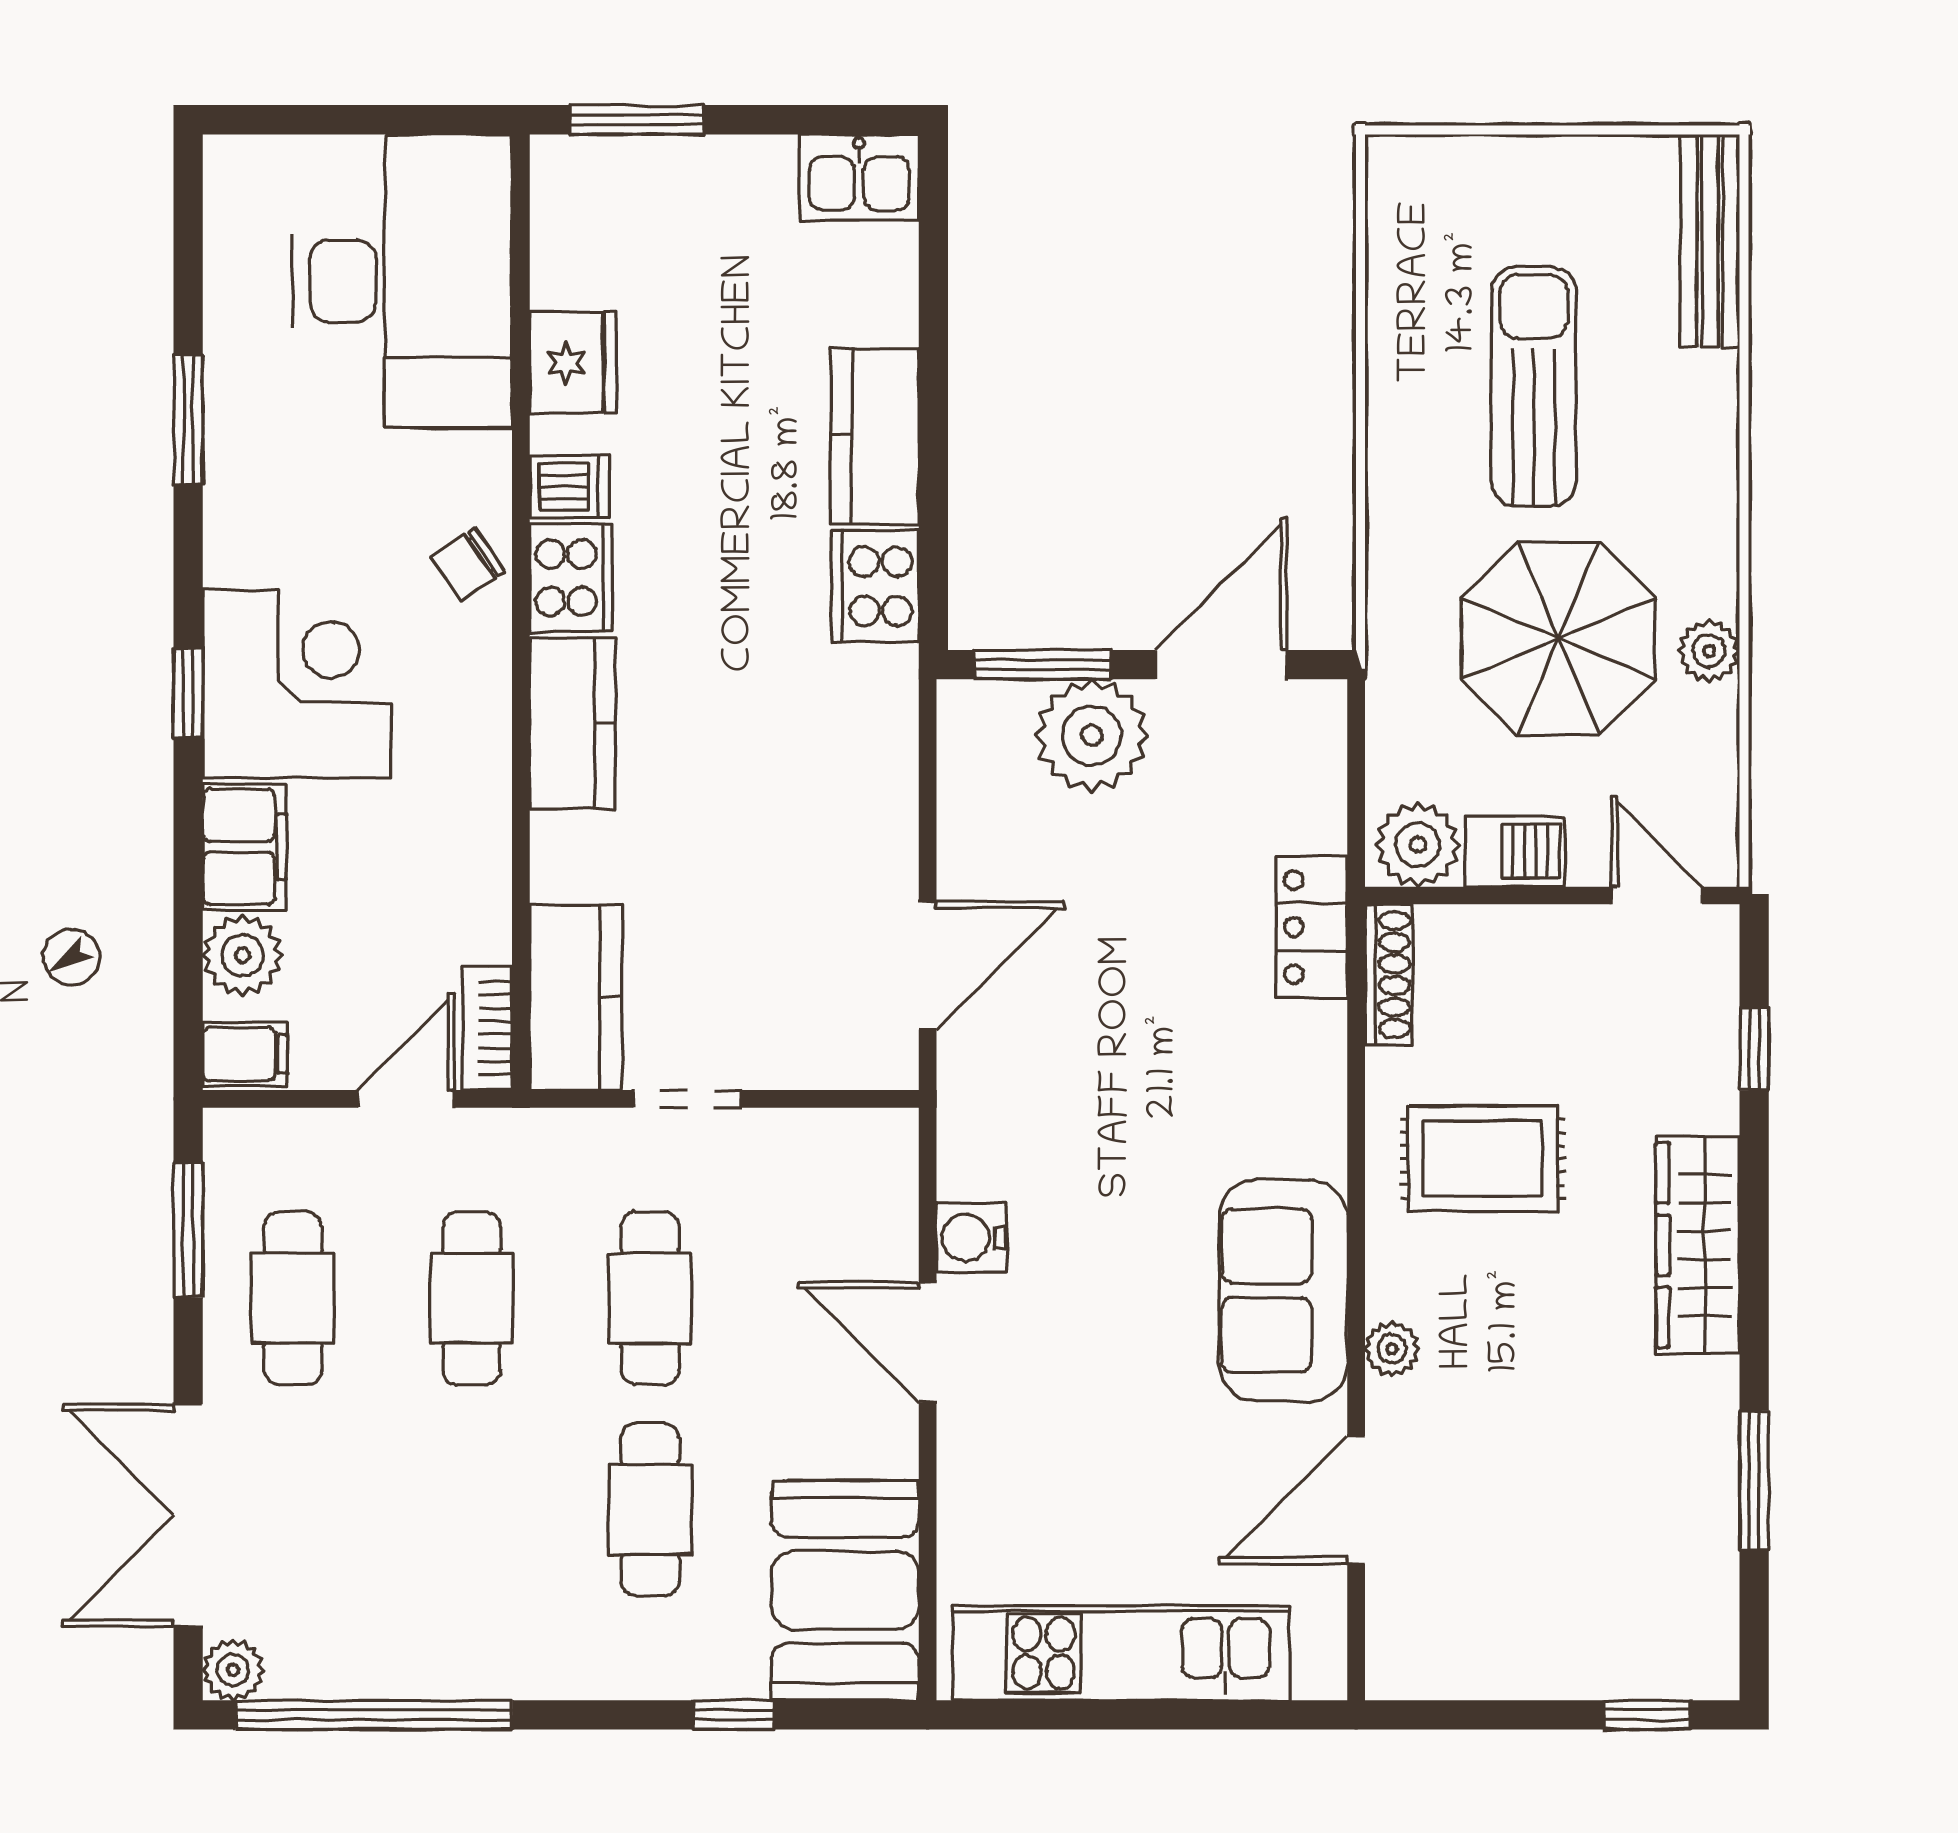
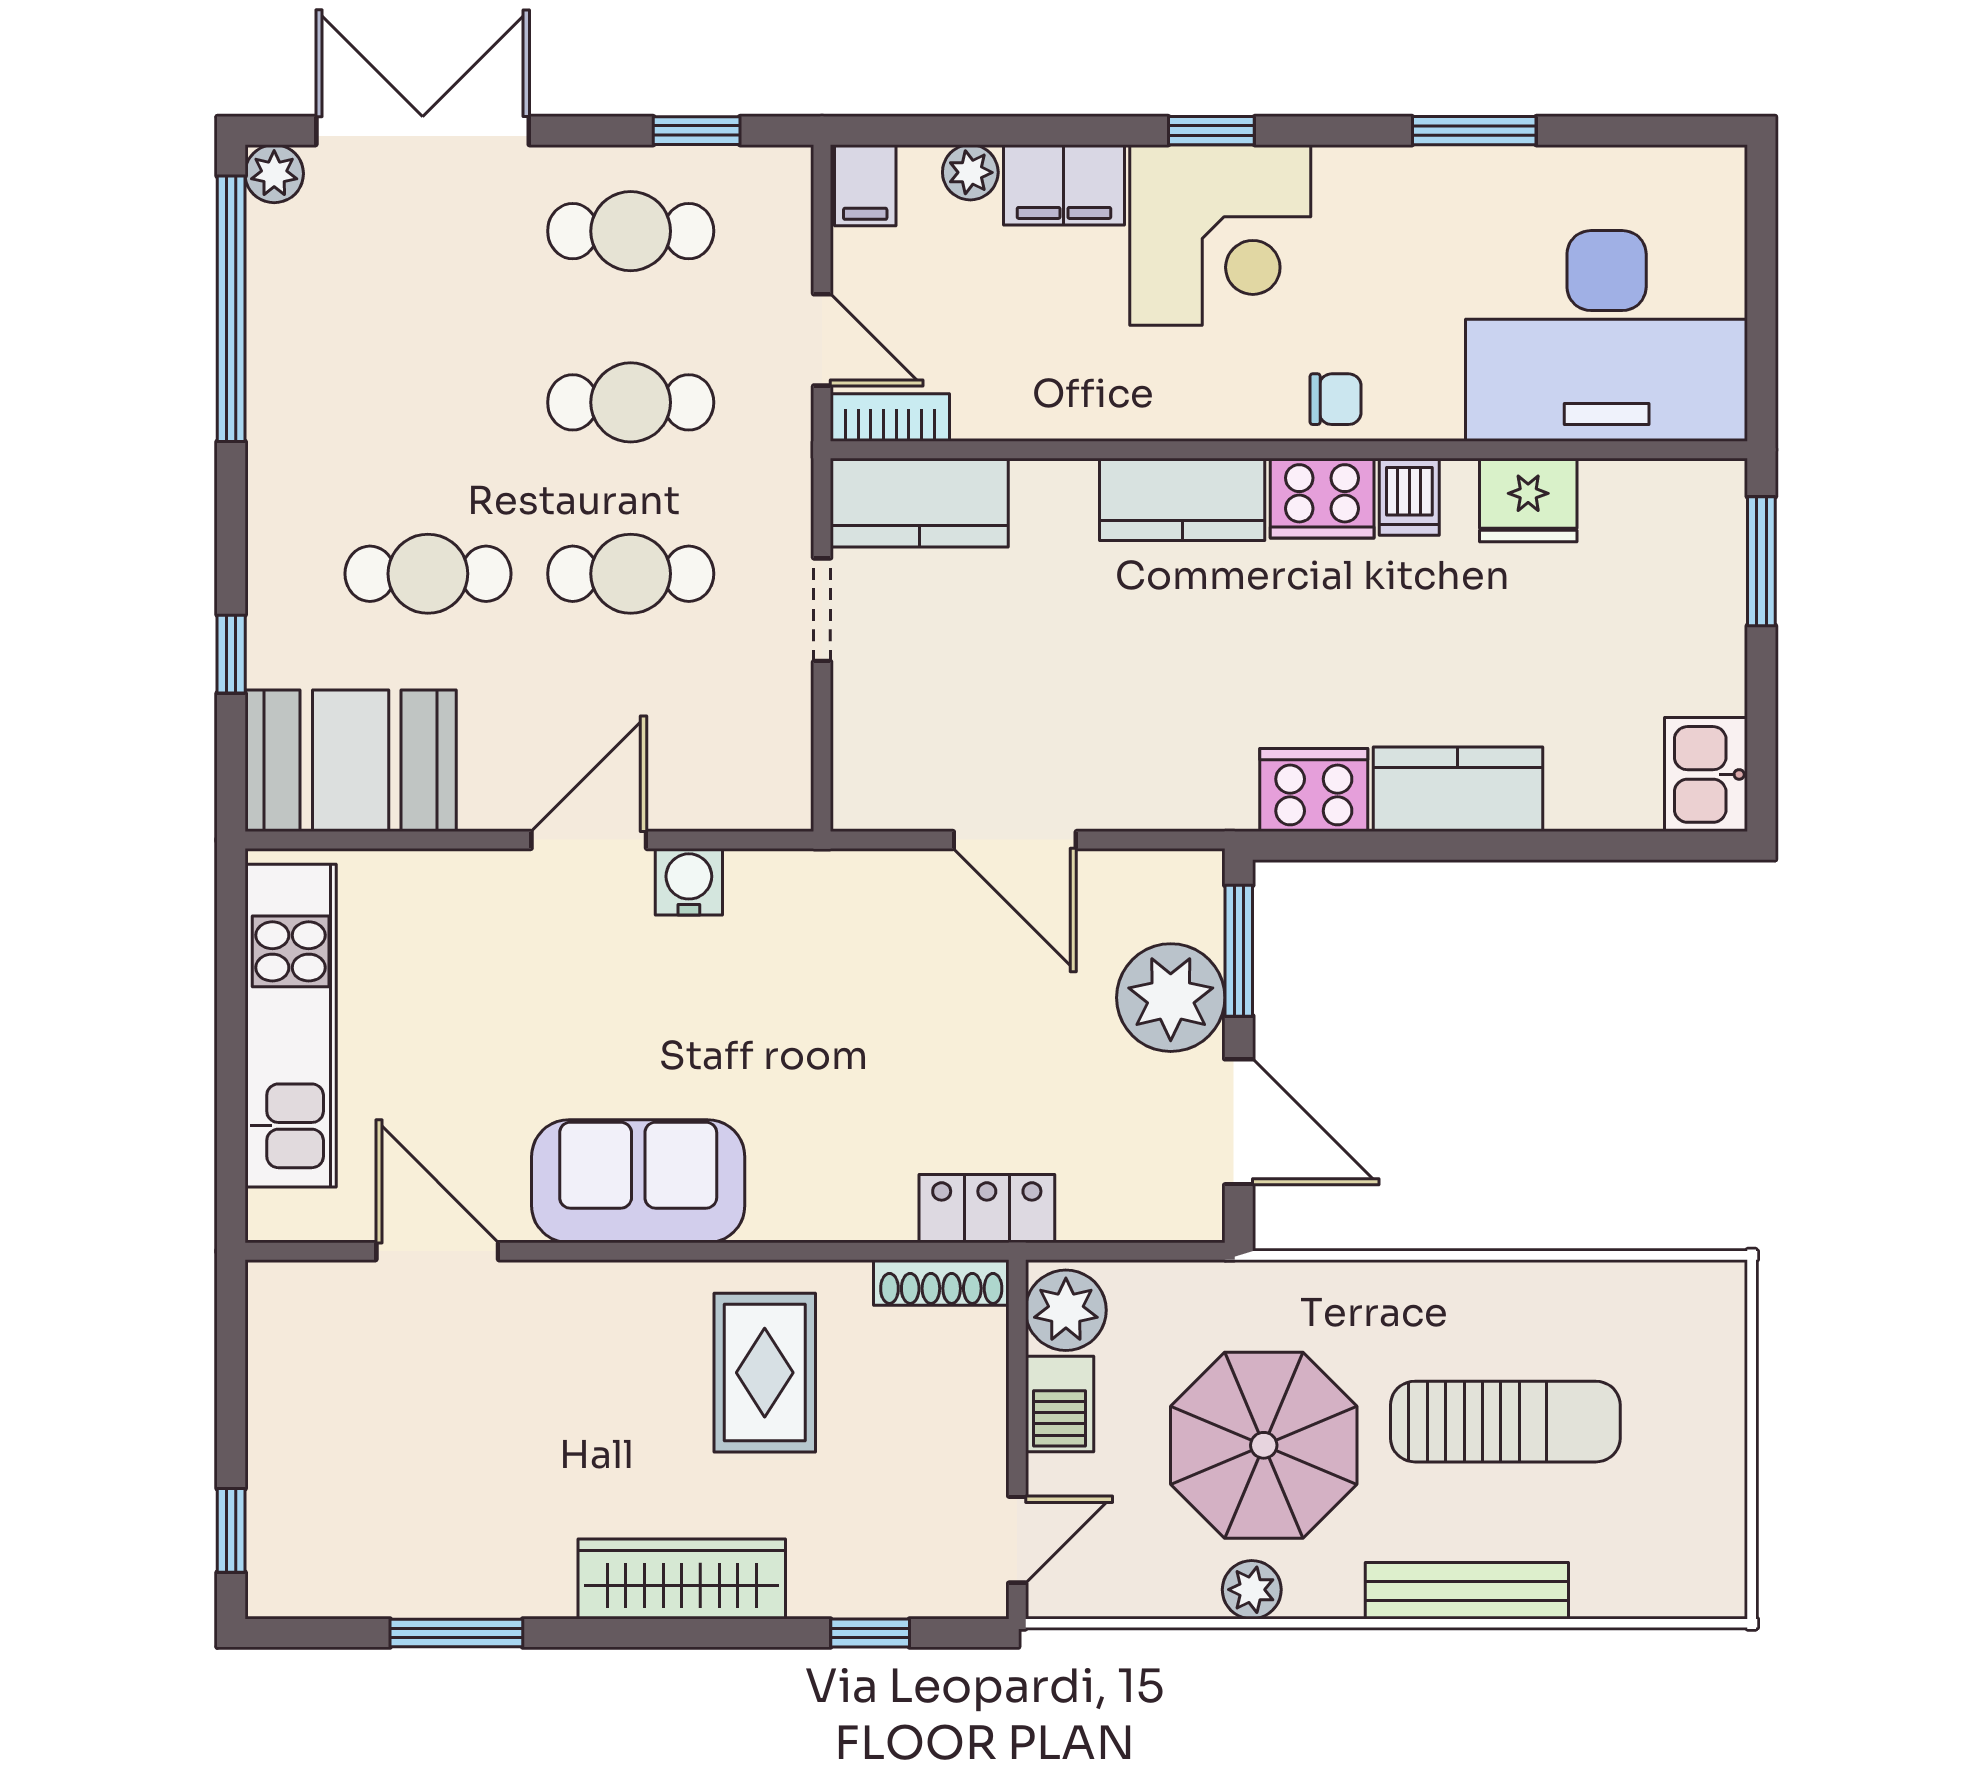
bench: (1710, 242) -> (1467, 1591), moved
chair: (468, 564) -> (1335, 399), turned 124
plant: (242, 955) -> (970, 172), width x0.73, depth x0.73
door: (928, 965) -> (1015, 840), moved
window: (188, 1230) -> (697, 131), width x0.67
plant: (1392, 1349) -> (582, 1286), removed

